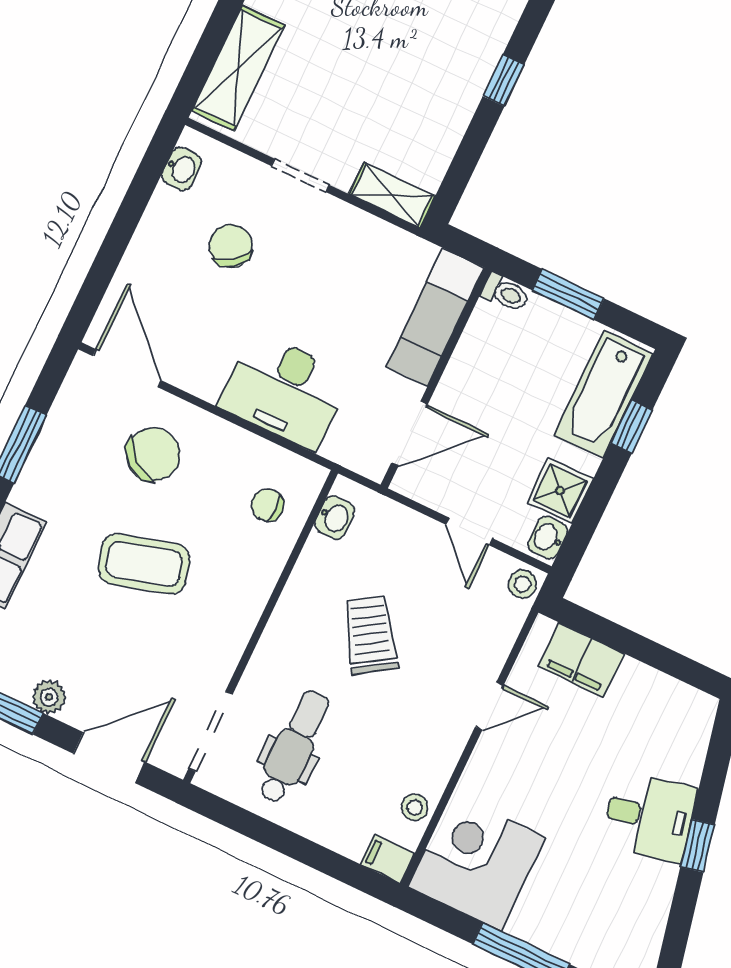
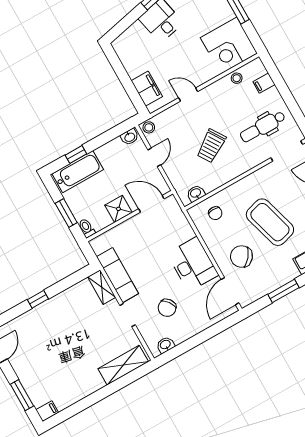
exam couch: (435, 317) -> (118, 275), moved, turned -90
desk: (284, 391) -> (193, 264), moved
shower: (560, 491) -> (118, 209), moved
coffee table: (144, 564) -> (270, 222), width x1.36, depth x1.32
filing cabinet: (388, 859) -> (264, 83), moved, turned 90

